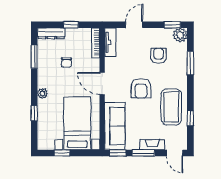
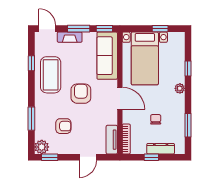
dresser: (51, 33) -> (161, 149), moved
armchair: (158, 56) -> (63, 126), turned -90

